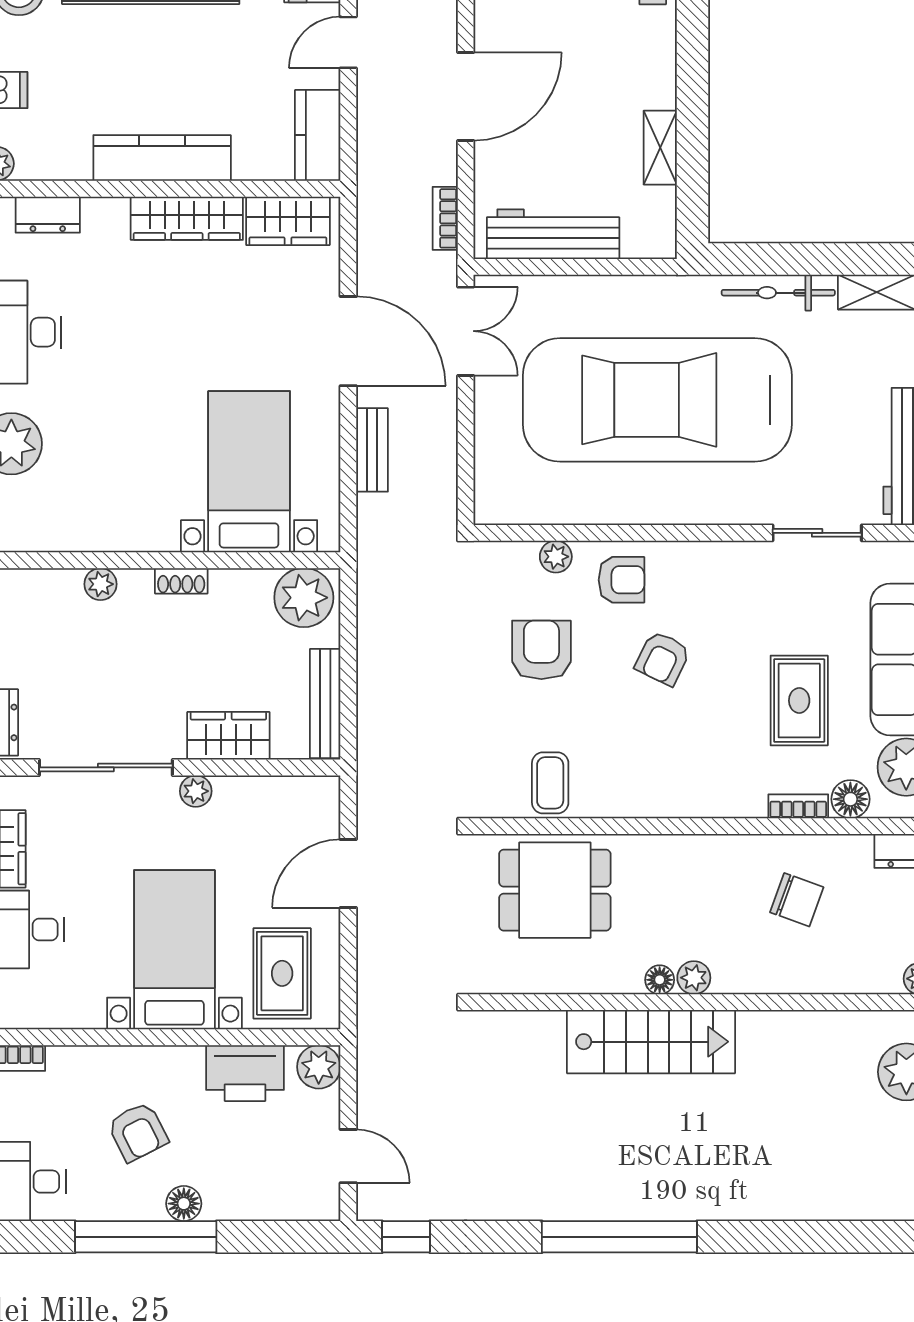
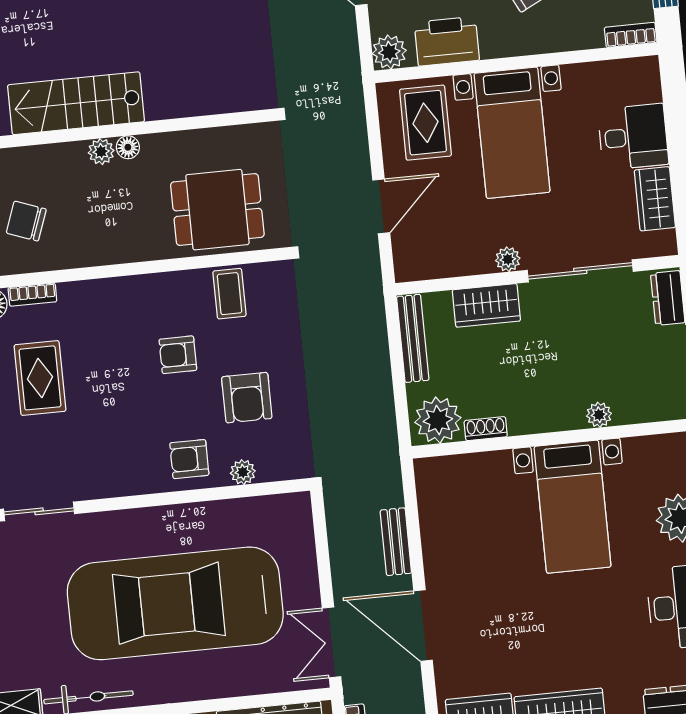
car: (657, 400) -> (175, 603), turned 180
bed with nightstands: (249, 472) -> (573, 507), moved
shoe rack: (181, 581) -> (486, 429), moved
armchair: (663, 658) -> (178, 355), moved, turned -116
stairs: (651, 1042) -> (76, 103), moved

